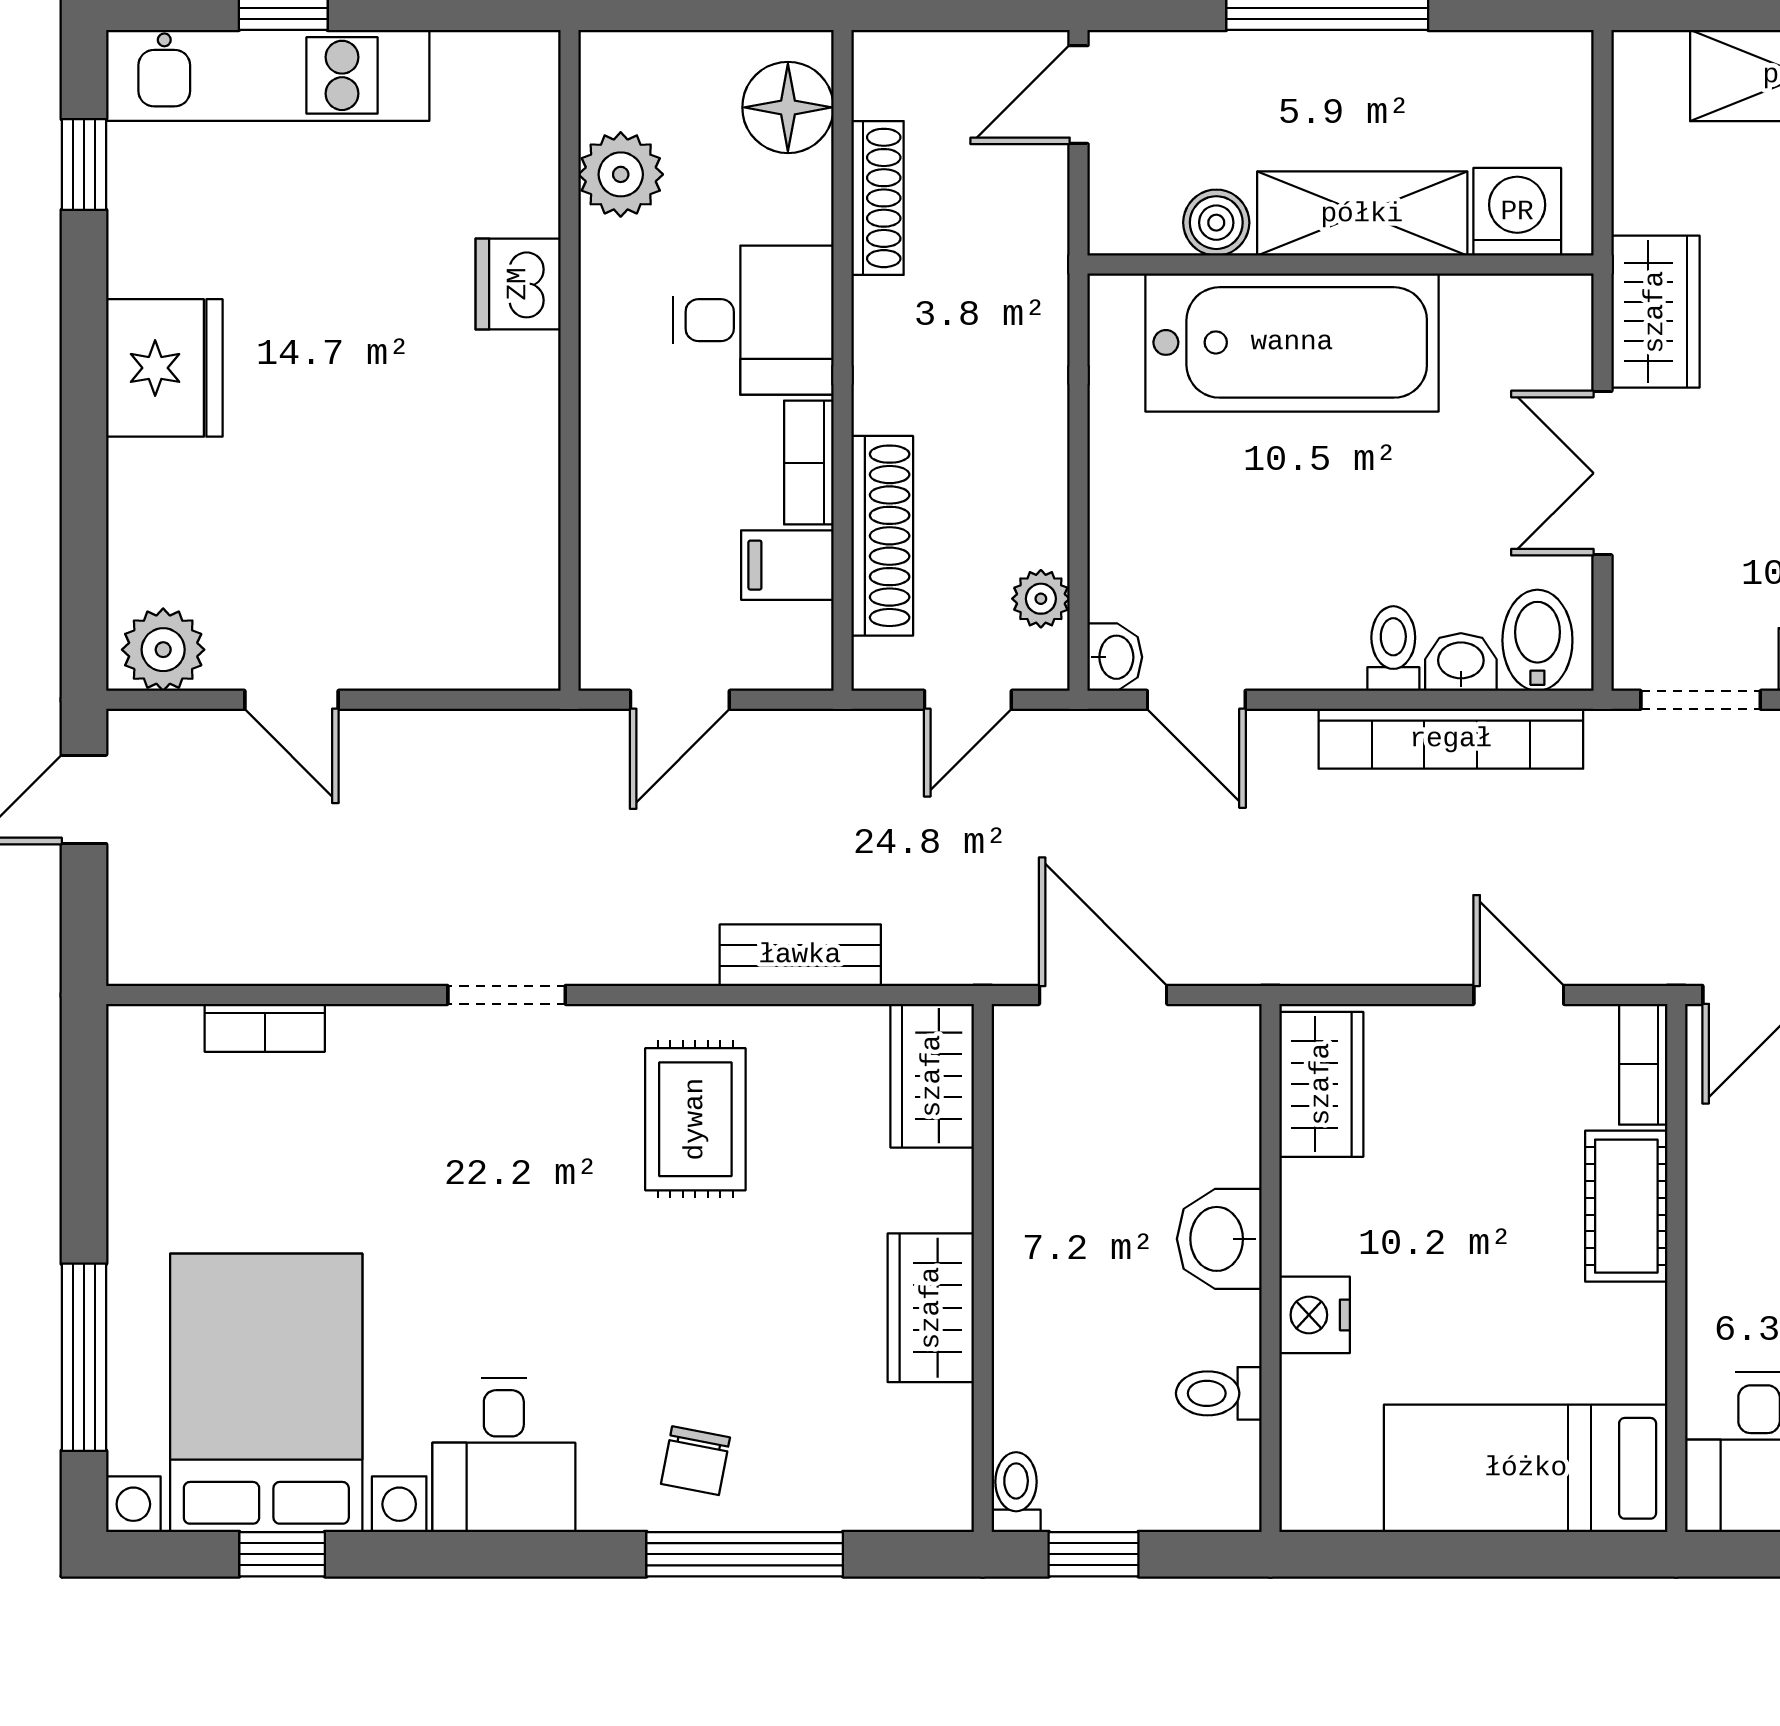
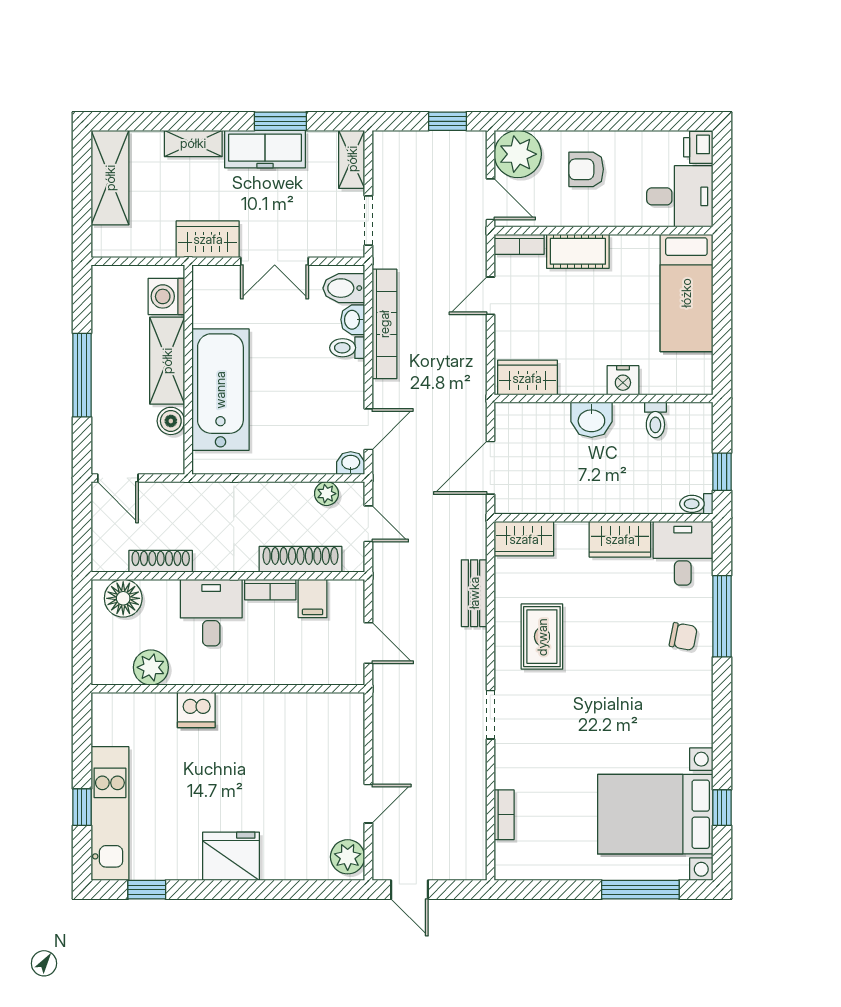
rug: (695, 1119) -> (542, 637), turned 90
desk: (504, 1455) -> (683, 553), moved, turned -90

